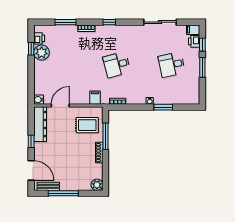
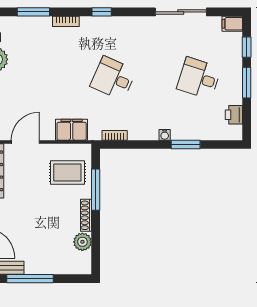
printer: (194, 41) -> (234, 115), moved
desk: (117, 65) -> (113, 78), turned 39
desk: (172, 65) -> (199, 78), turned 30
filing cabinet: (95, 98) -> (72, 130), width x2.00
plant: (97, 185) -> (82, 242), moved

